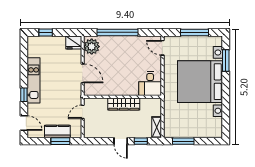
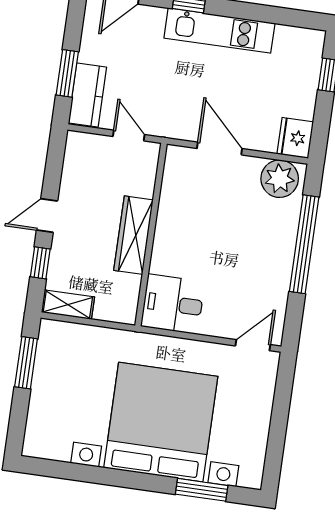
window: (195, 32) -> (278, 426), removed
door: (83, 73) -> (220, 148), swing flipped
kitchen counter: (57, 131) -> (87, 95), moved

